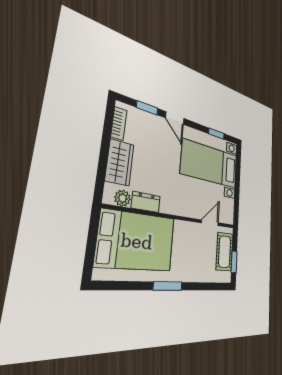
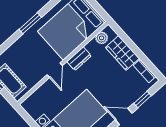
dresser: (146, 202) -> (79, 59), moved
door: (210, 223) -> (55, 70), moved

